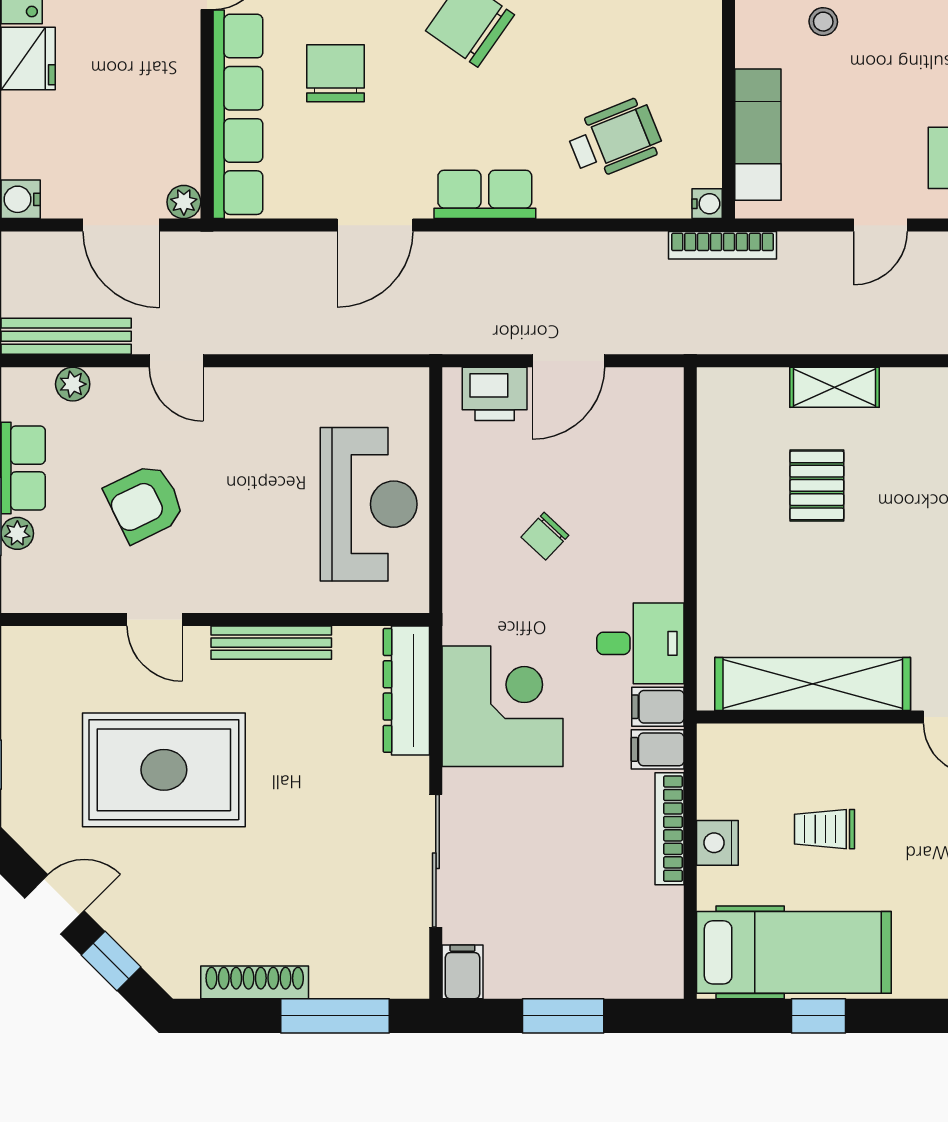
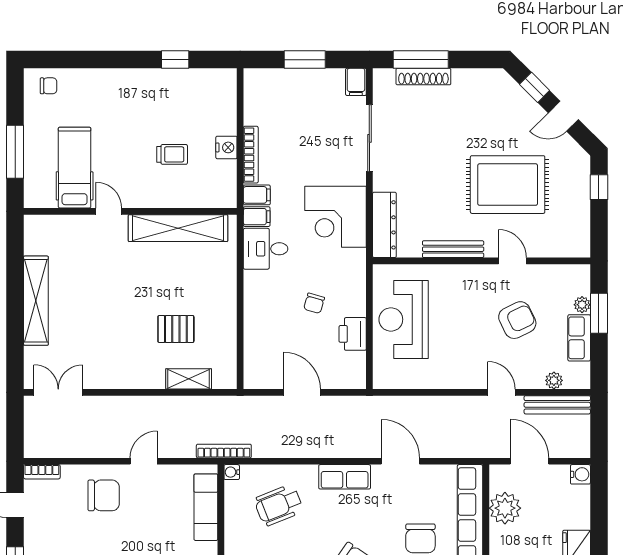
plant: (184, 202) -> (505, 508), moved, width x1.88, depth x1.88
door: (375, 225) -> (400, 461), hinge flipped
door: (568, 361) -> (302, 392), hinge flipped
shelving: (835, 387) -> (189, 379), moved
printer: (495, 394) -> (353, 334), moved, turned -90
pallet: (817, 485) -> (176, 329), turned 90
chair: (545, 536) -> (314, 303), turned 153
hospital bed: (794, 952) -> (188, 92), removed
shoe rack: (255, 982) -> (423, 77), moved

